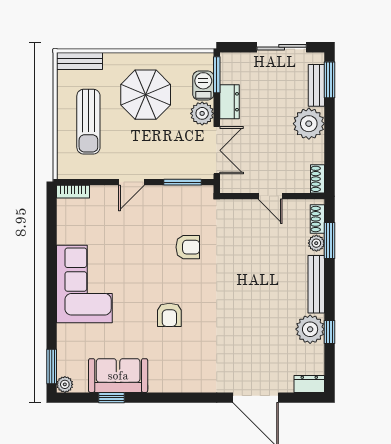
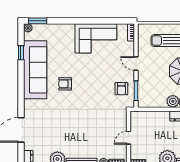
double door: (217, 150) -> (153, 109), removed
armchair: (188, 247) -> (121, 89), moved
corner sofa: (84, 284) -> (96, 38), moved
sofa: (118, 376) -> (35, 70), width x1.85, depth x1.27

